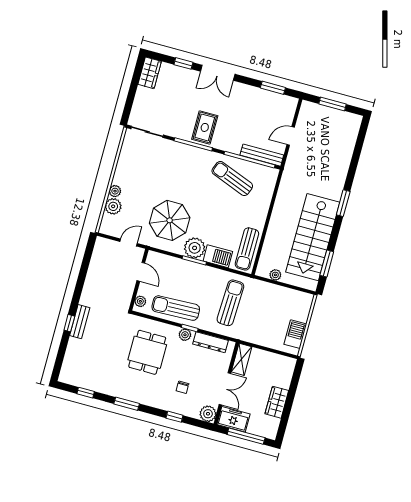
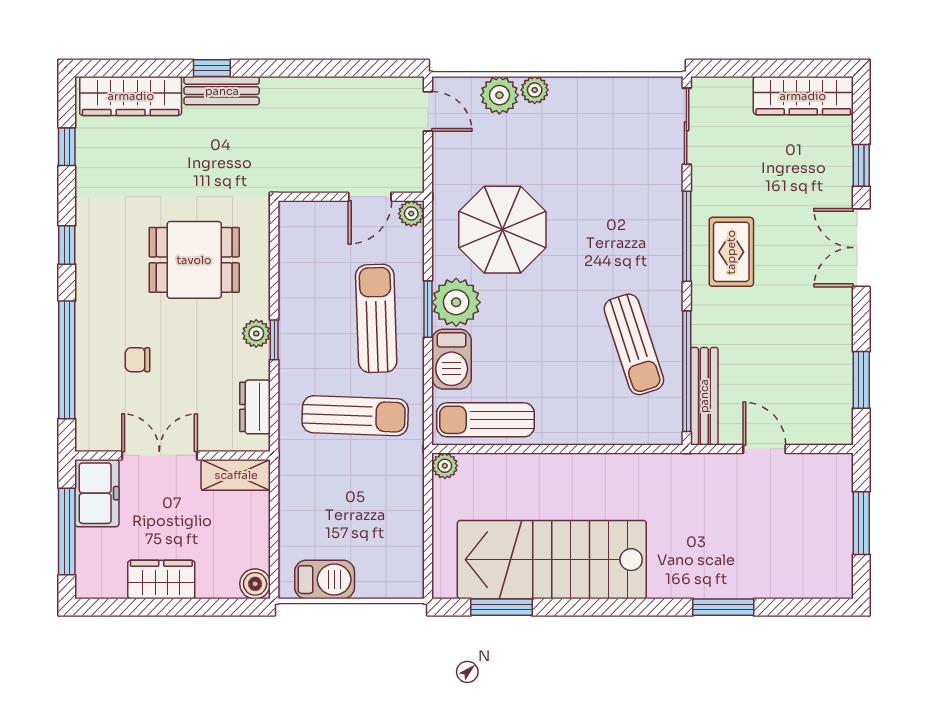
wardrobe: (150, 73) -> (803, 96), width x1.50
rug: (205, 127) -> (731, 252), turned 90
sun lounger: (232, 179) -> (634, 344), turned 141
window: (343, 203) -> (723, 607), moved
door: (129, 243) -> (428, 111), moved
plant: (275, 275) -> (445, 466), moved
plant: (140, 301) -> (411, 214), moved
sun lounger: (176, 308) -> (376, 318), moved
dresser: (211, 342) -> (255, 407), width x0.70
wardrobe: (72, 360) -> (131, 96), added
boiler: (289, 364) -> (255, 584), added
double door: (225, 389) -> (159, 455), swing flipped
window: (127, 404) -> (67, 245), width x0.67
plant: (208, 414) -> (94, 433), removed
window: (175, 417) -> (67, 360), width x3.17

